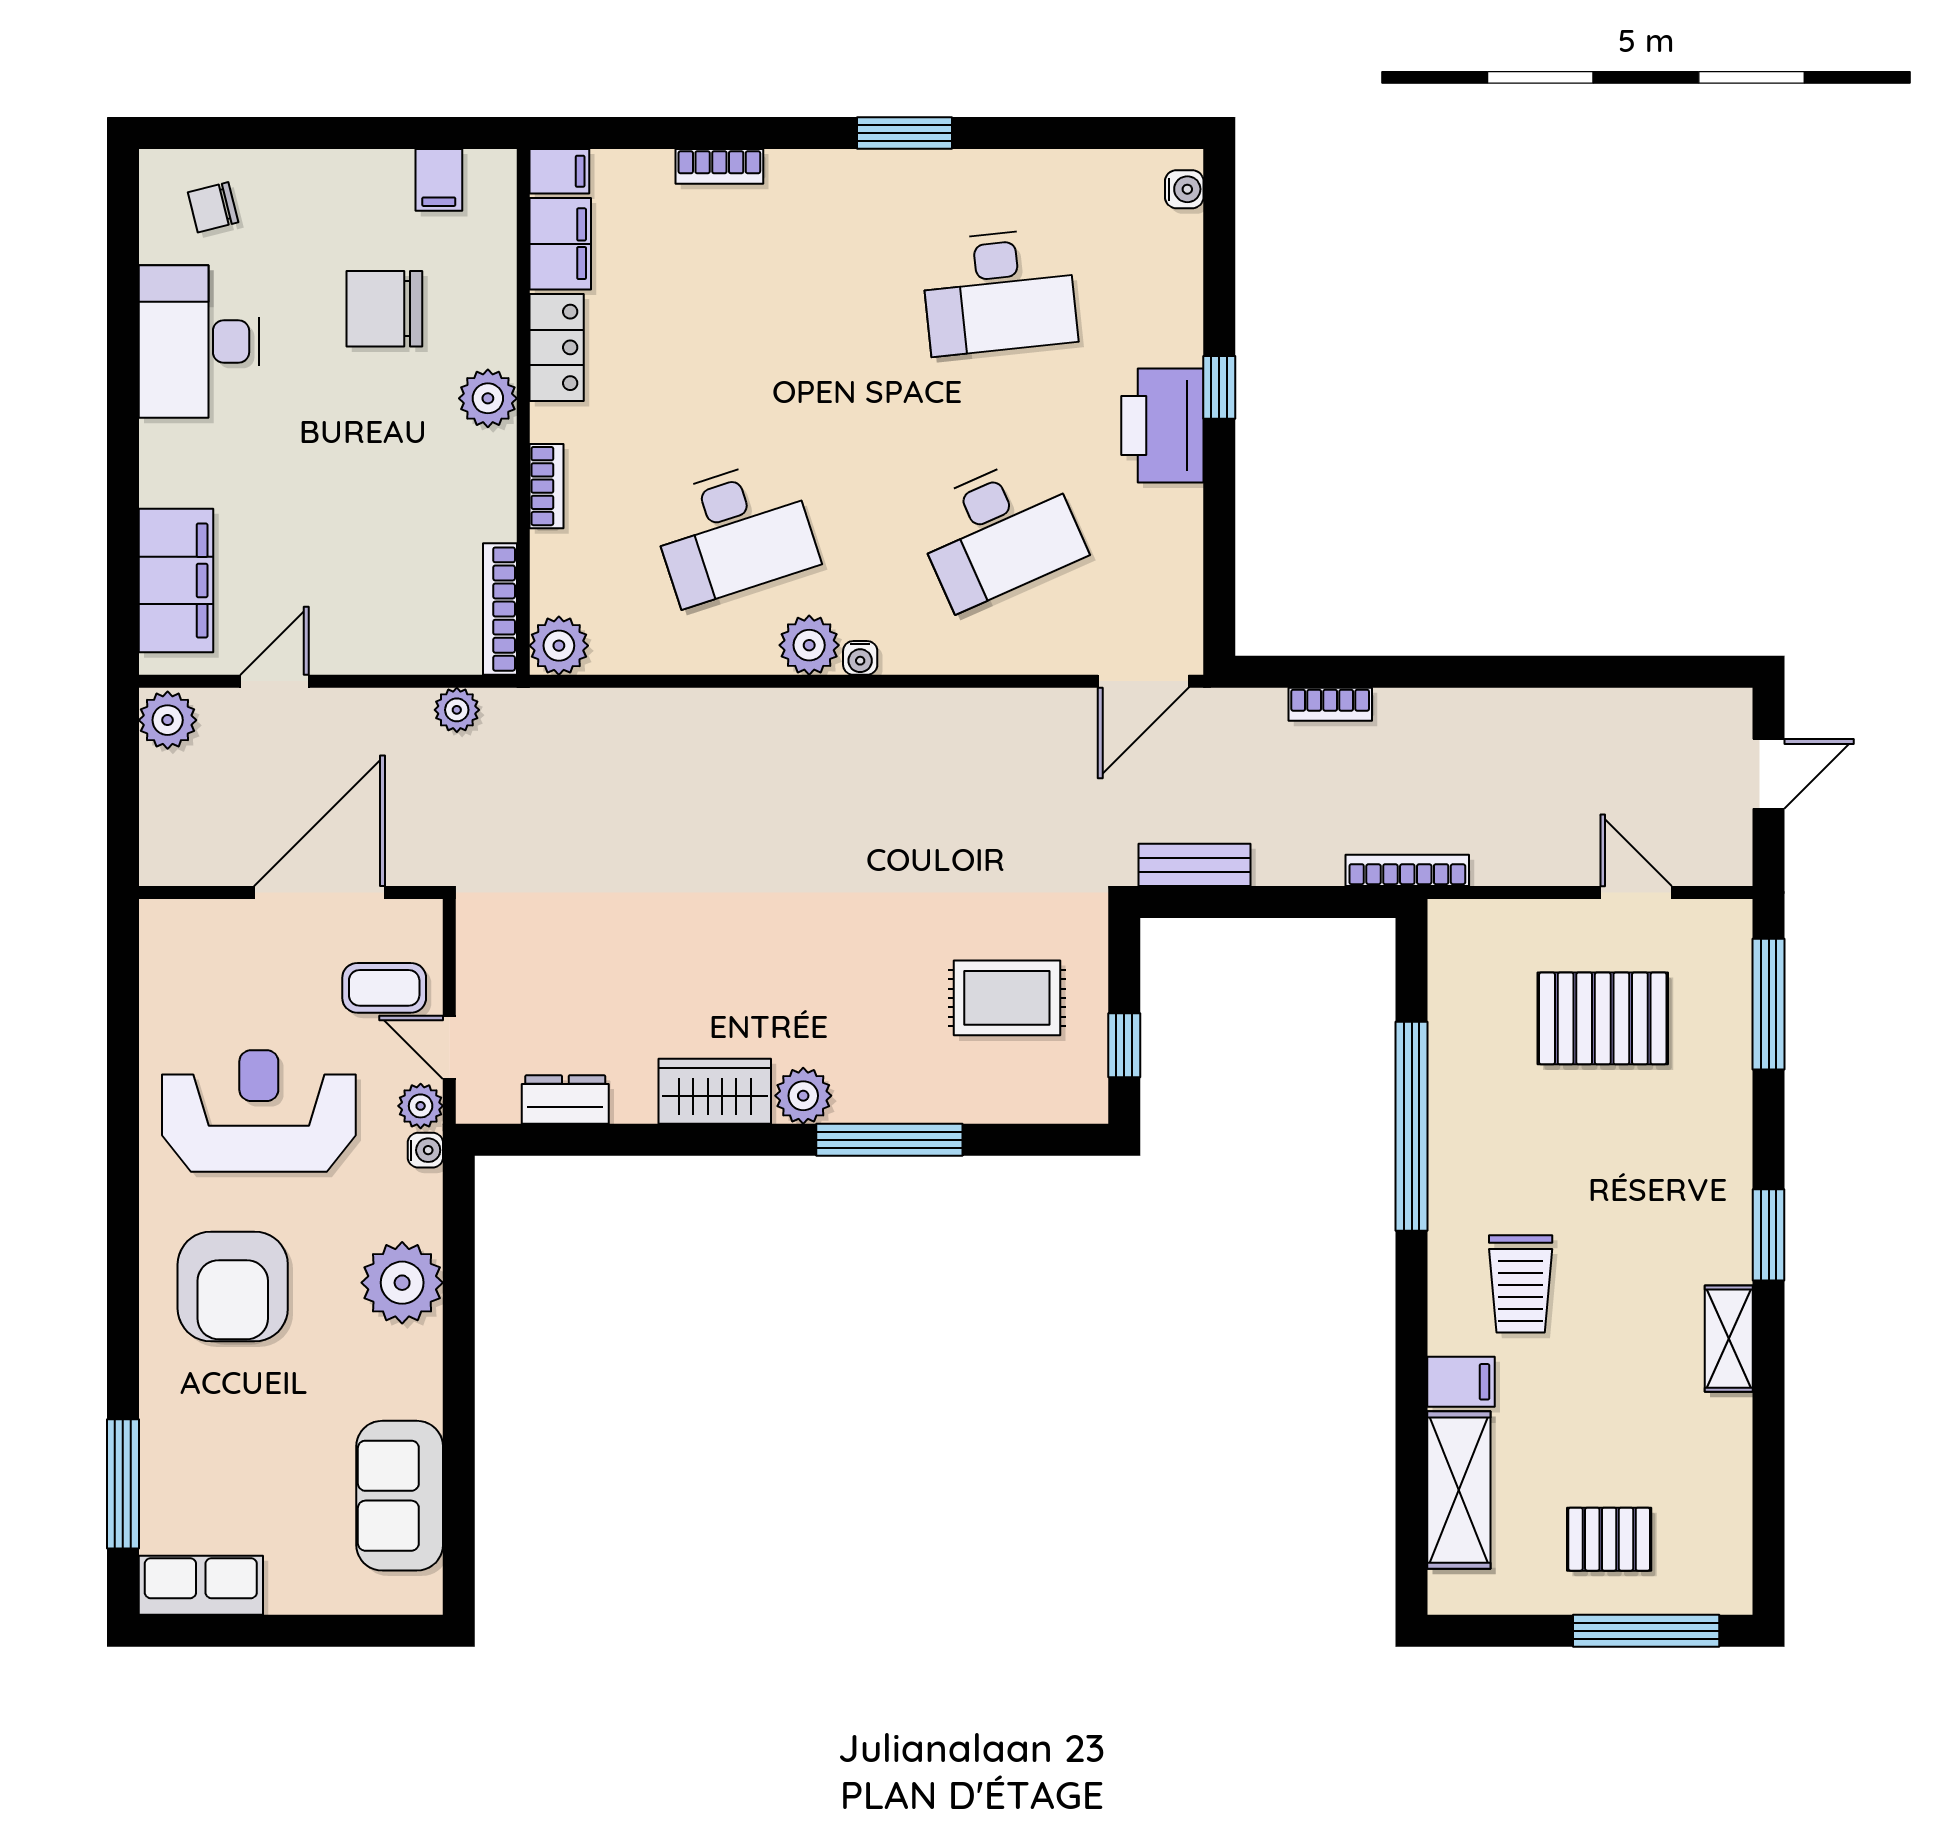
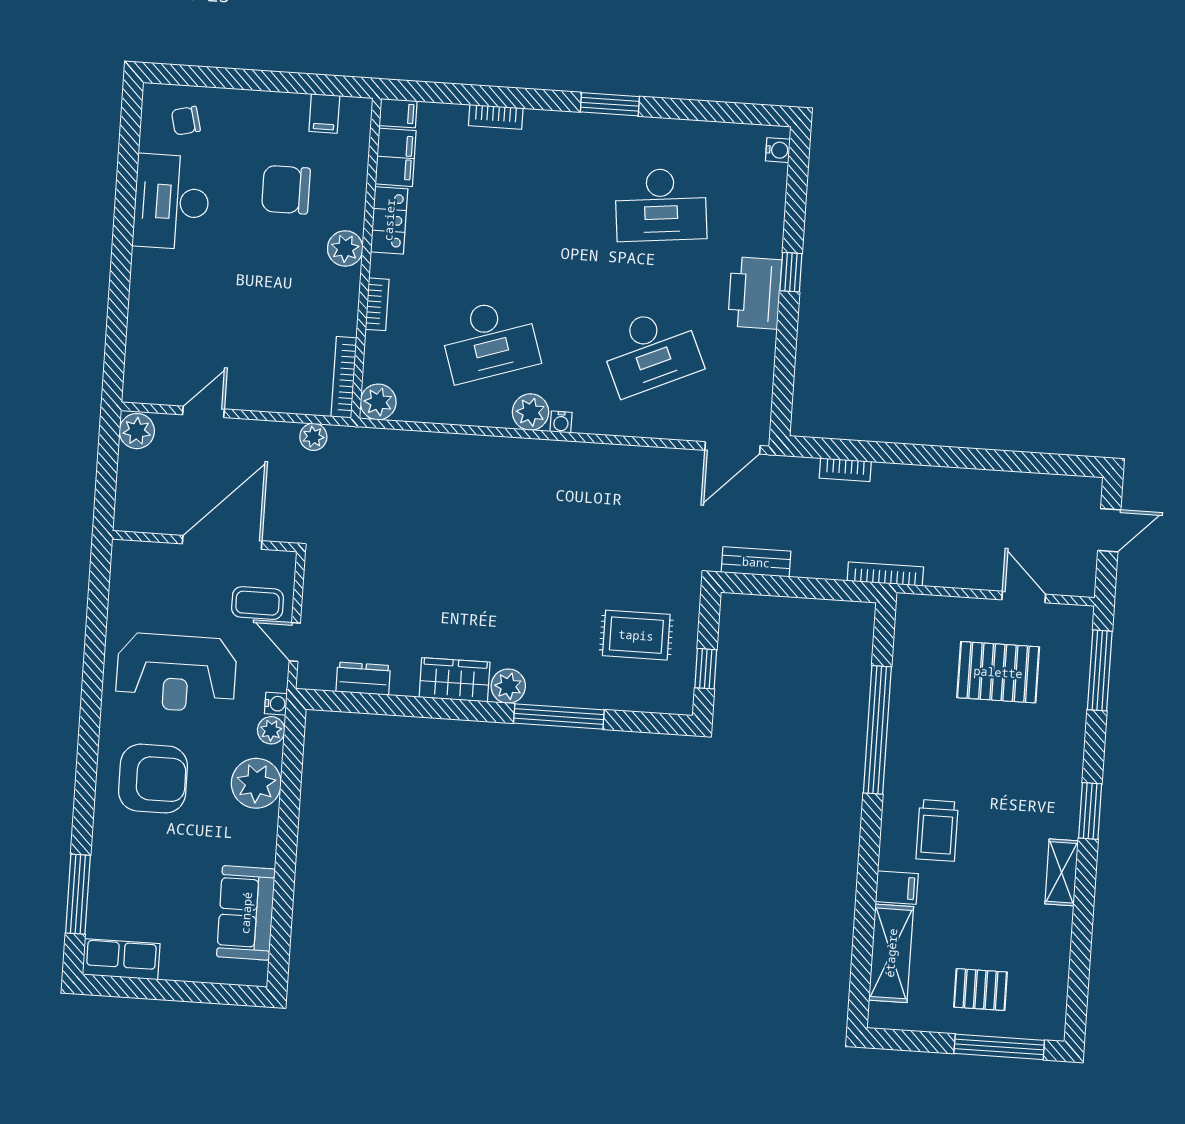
filing cabinet: (176, 580) -> (148, 346), removed
plant: (421, 1106) -> (271, 730), moved
reception desk: (259, 1111) -> (176, 673), turned 180
armchair: (233, 1286) -> (153, 779), turned -90

